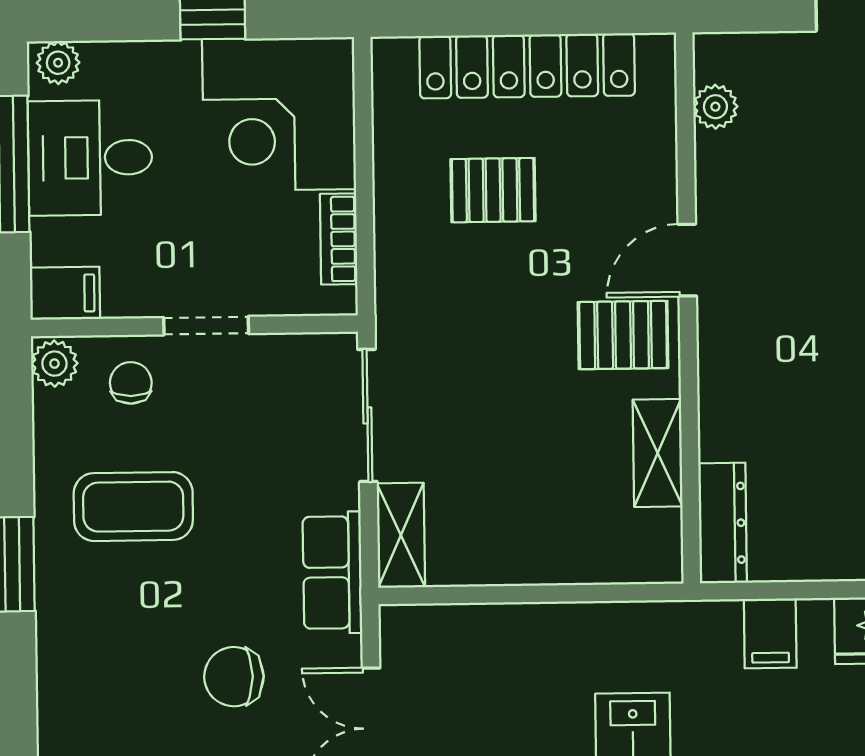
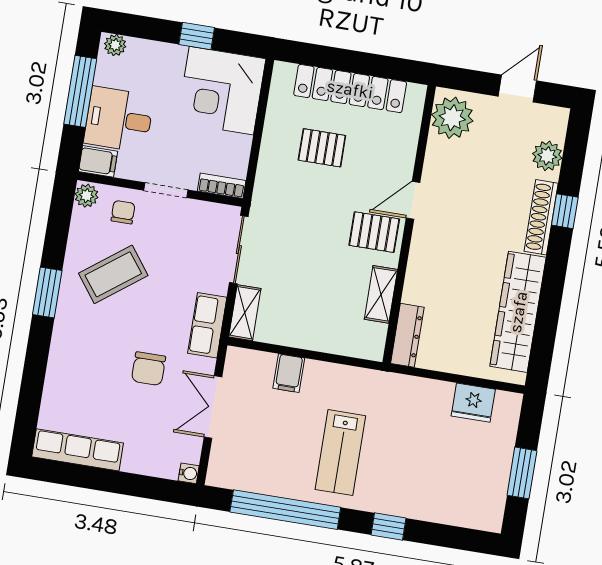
plant: (715, 107) -> (452, 118), width x1.88, depth x1.88
desk: (90, 158) -> (119, 119), moved
bookcase: (339, 239) -> (222, 186), moved, turned 90
coffee table: (133, 507) -> (113, 274), turned -37
filing cabinet: (770, 633) -> (289, 373), moved
chair: (234, 677) -> (149, 369), turned -90

